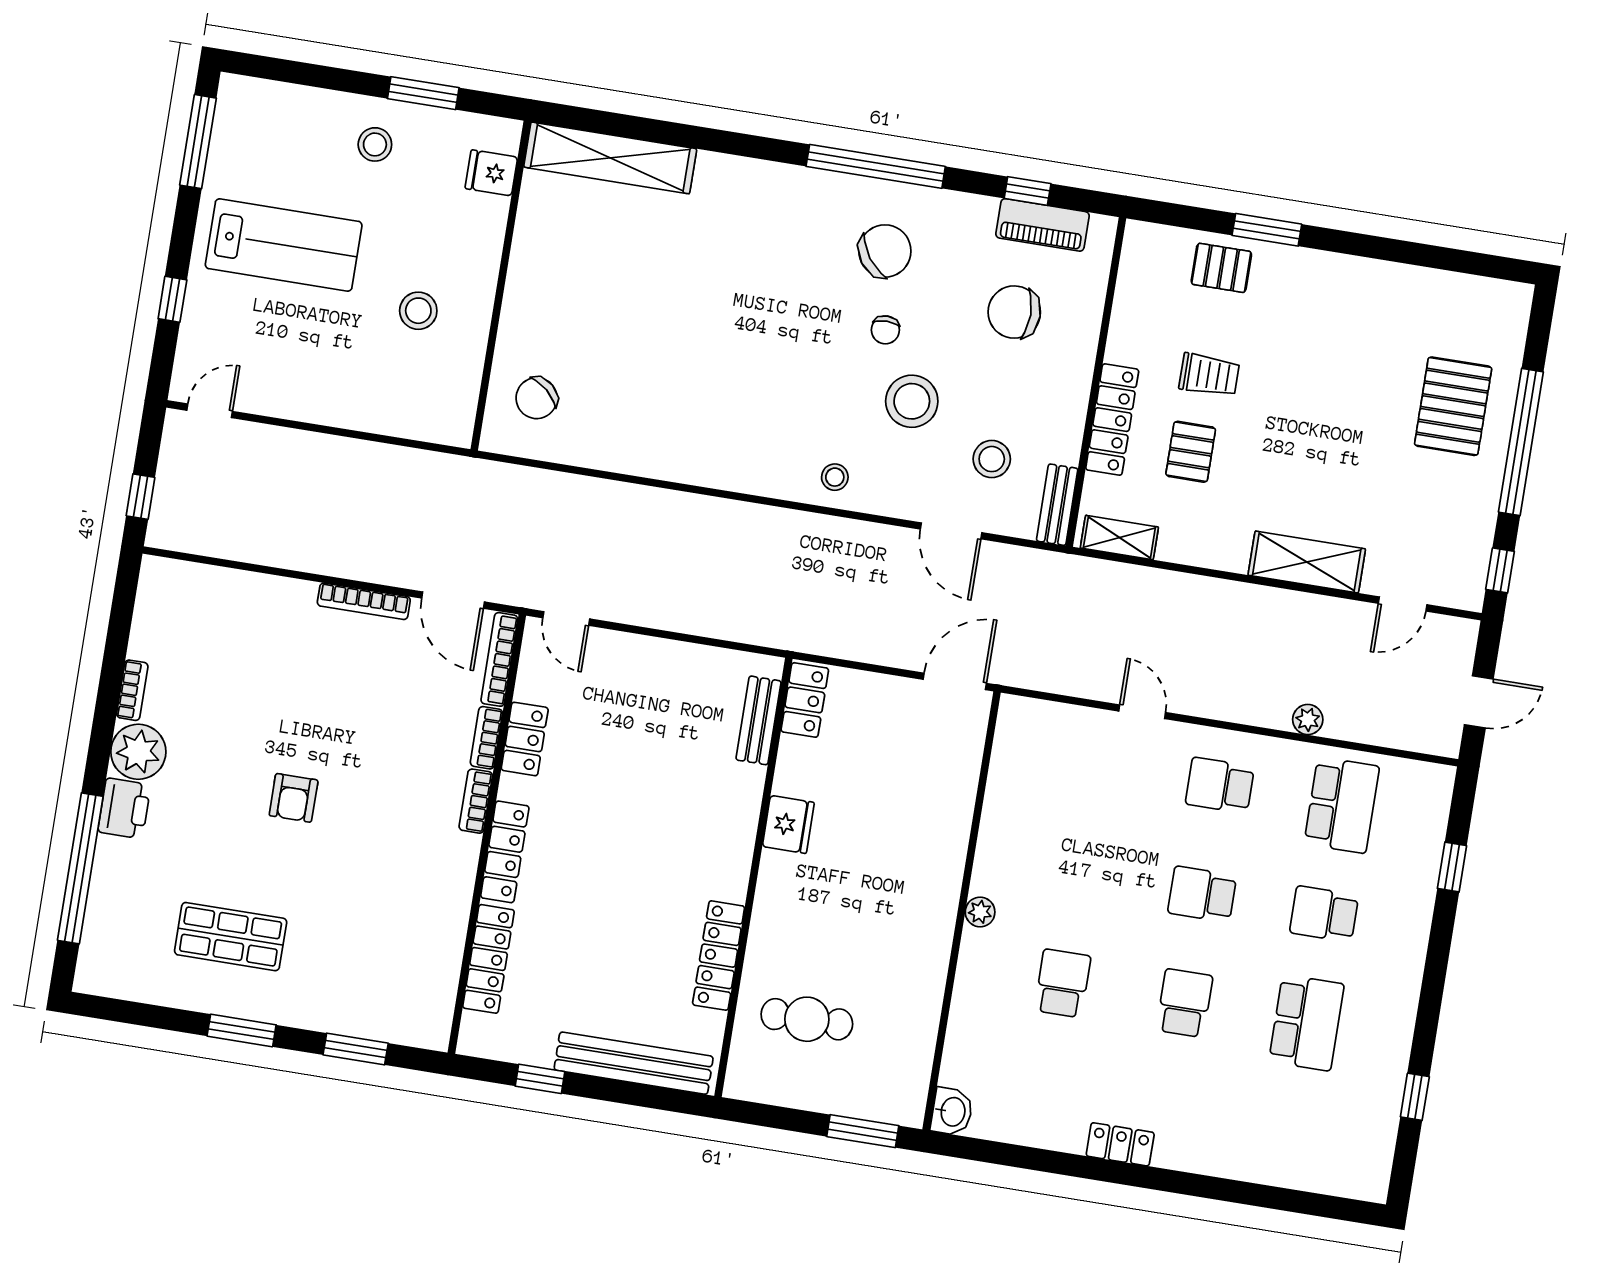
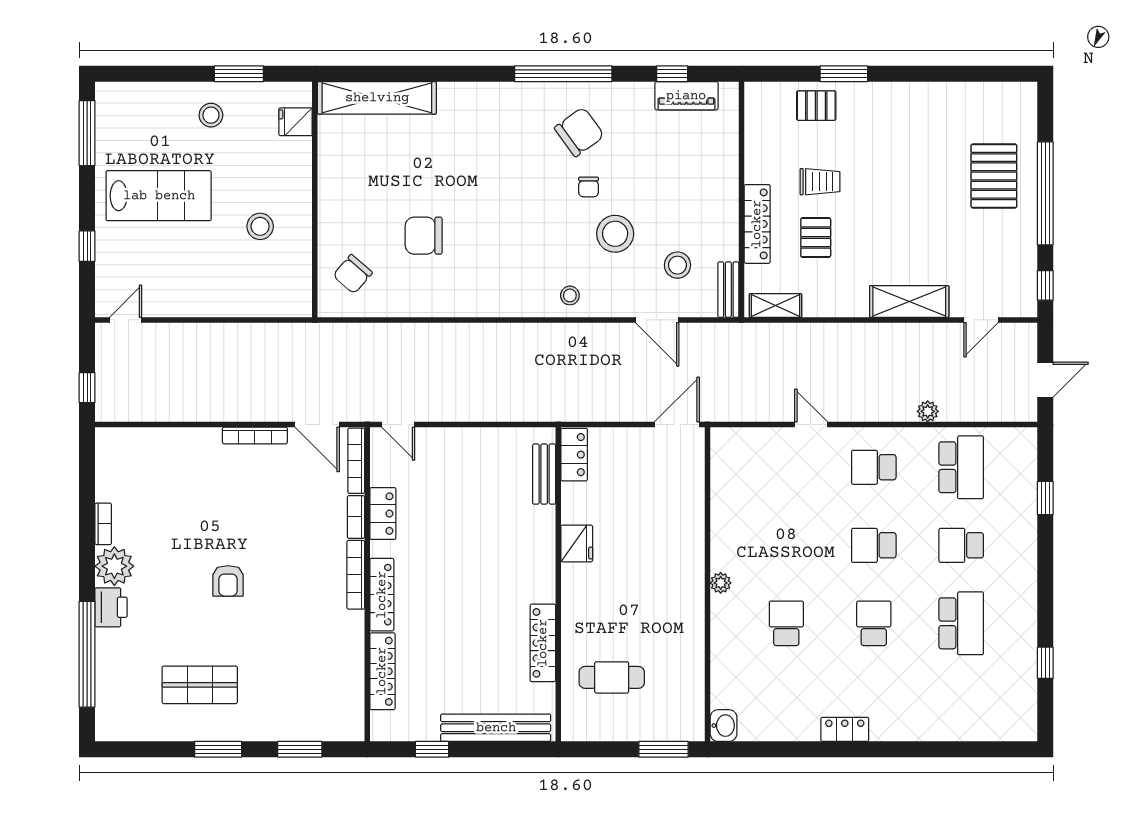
chair: (1014, 312) -> (424, 236), moved
bookcase: (476, 801) -> (356, 575), width x1.56

